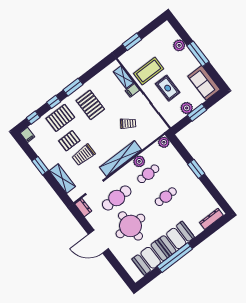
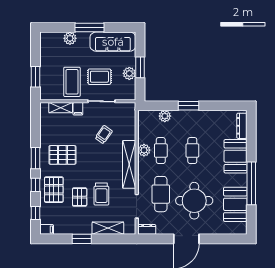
sofa: (204, 83) -> (113, 42), width x1.36
plant: (164, 142) -> (165, 116), moved
booth: (176, 238) -> (236, 156), moved

